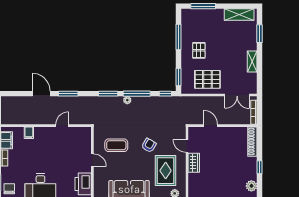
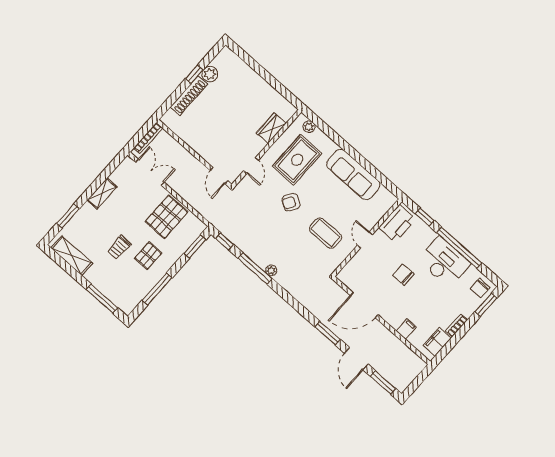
trolley: (218, 41) -> (119, 247), added
pallet: (207, 79) -> (167, 217), turned 90
window: (108, 94) -> (383, 382), moved
door: (62, 126) -> (364, 305), width x1.87
door: (210, 126) -> (219, 176), moved
shoe rack: (252, 142) -> (189, 96), moved
chair: (56, 160) -> (403, 275), added
wardrobe: (194, 163) -> (271, 128), moved
plant: (251, 186) -> (210, 74), moved

